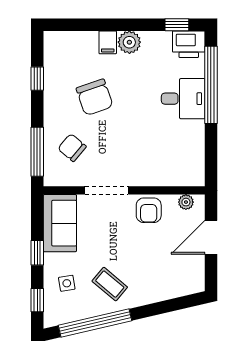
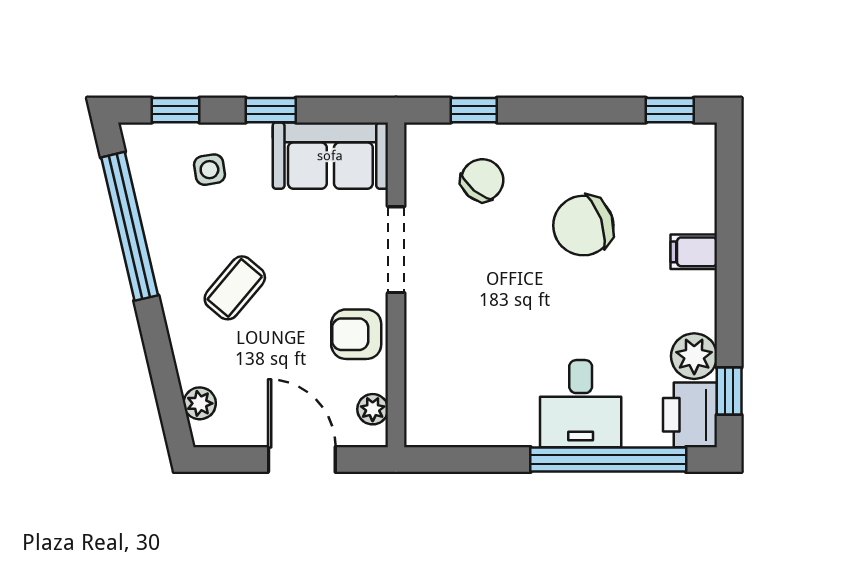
plant: (129, 42) -> (694, 356), moved
window: (37, 79) -> (670, 110), moved
window: (37, 152) -> (474, 110), width x0.46
coffee table: (110, 284) -> (235, 288), moved
plant: (183, 288) -> (200, 403), added

